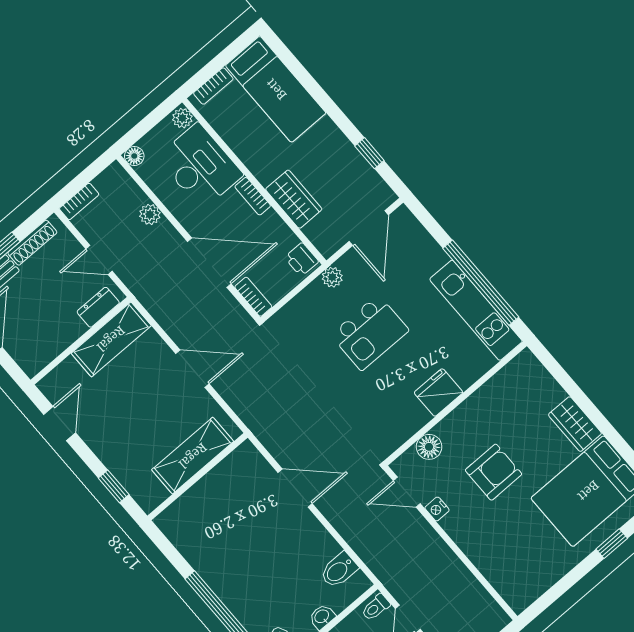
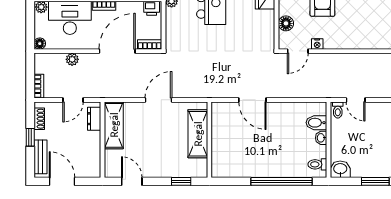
shoe rack: (32, 243) -> (39, 119), width x0.70
door: (295, 488) -> (252, 100), swing flipped
bidet: (339, 570) -> (316, 123), moved, turned 90

